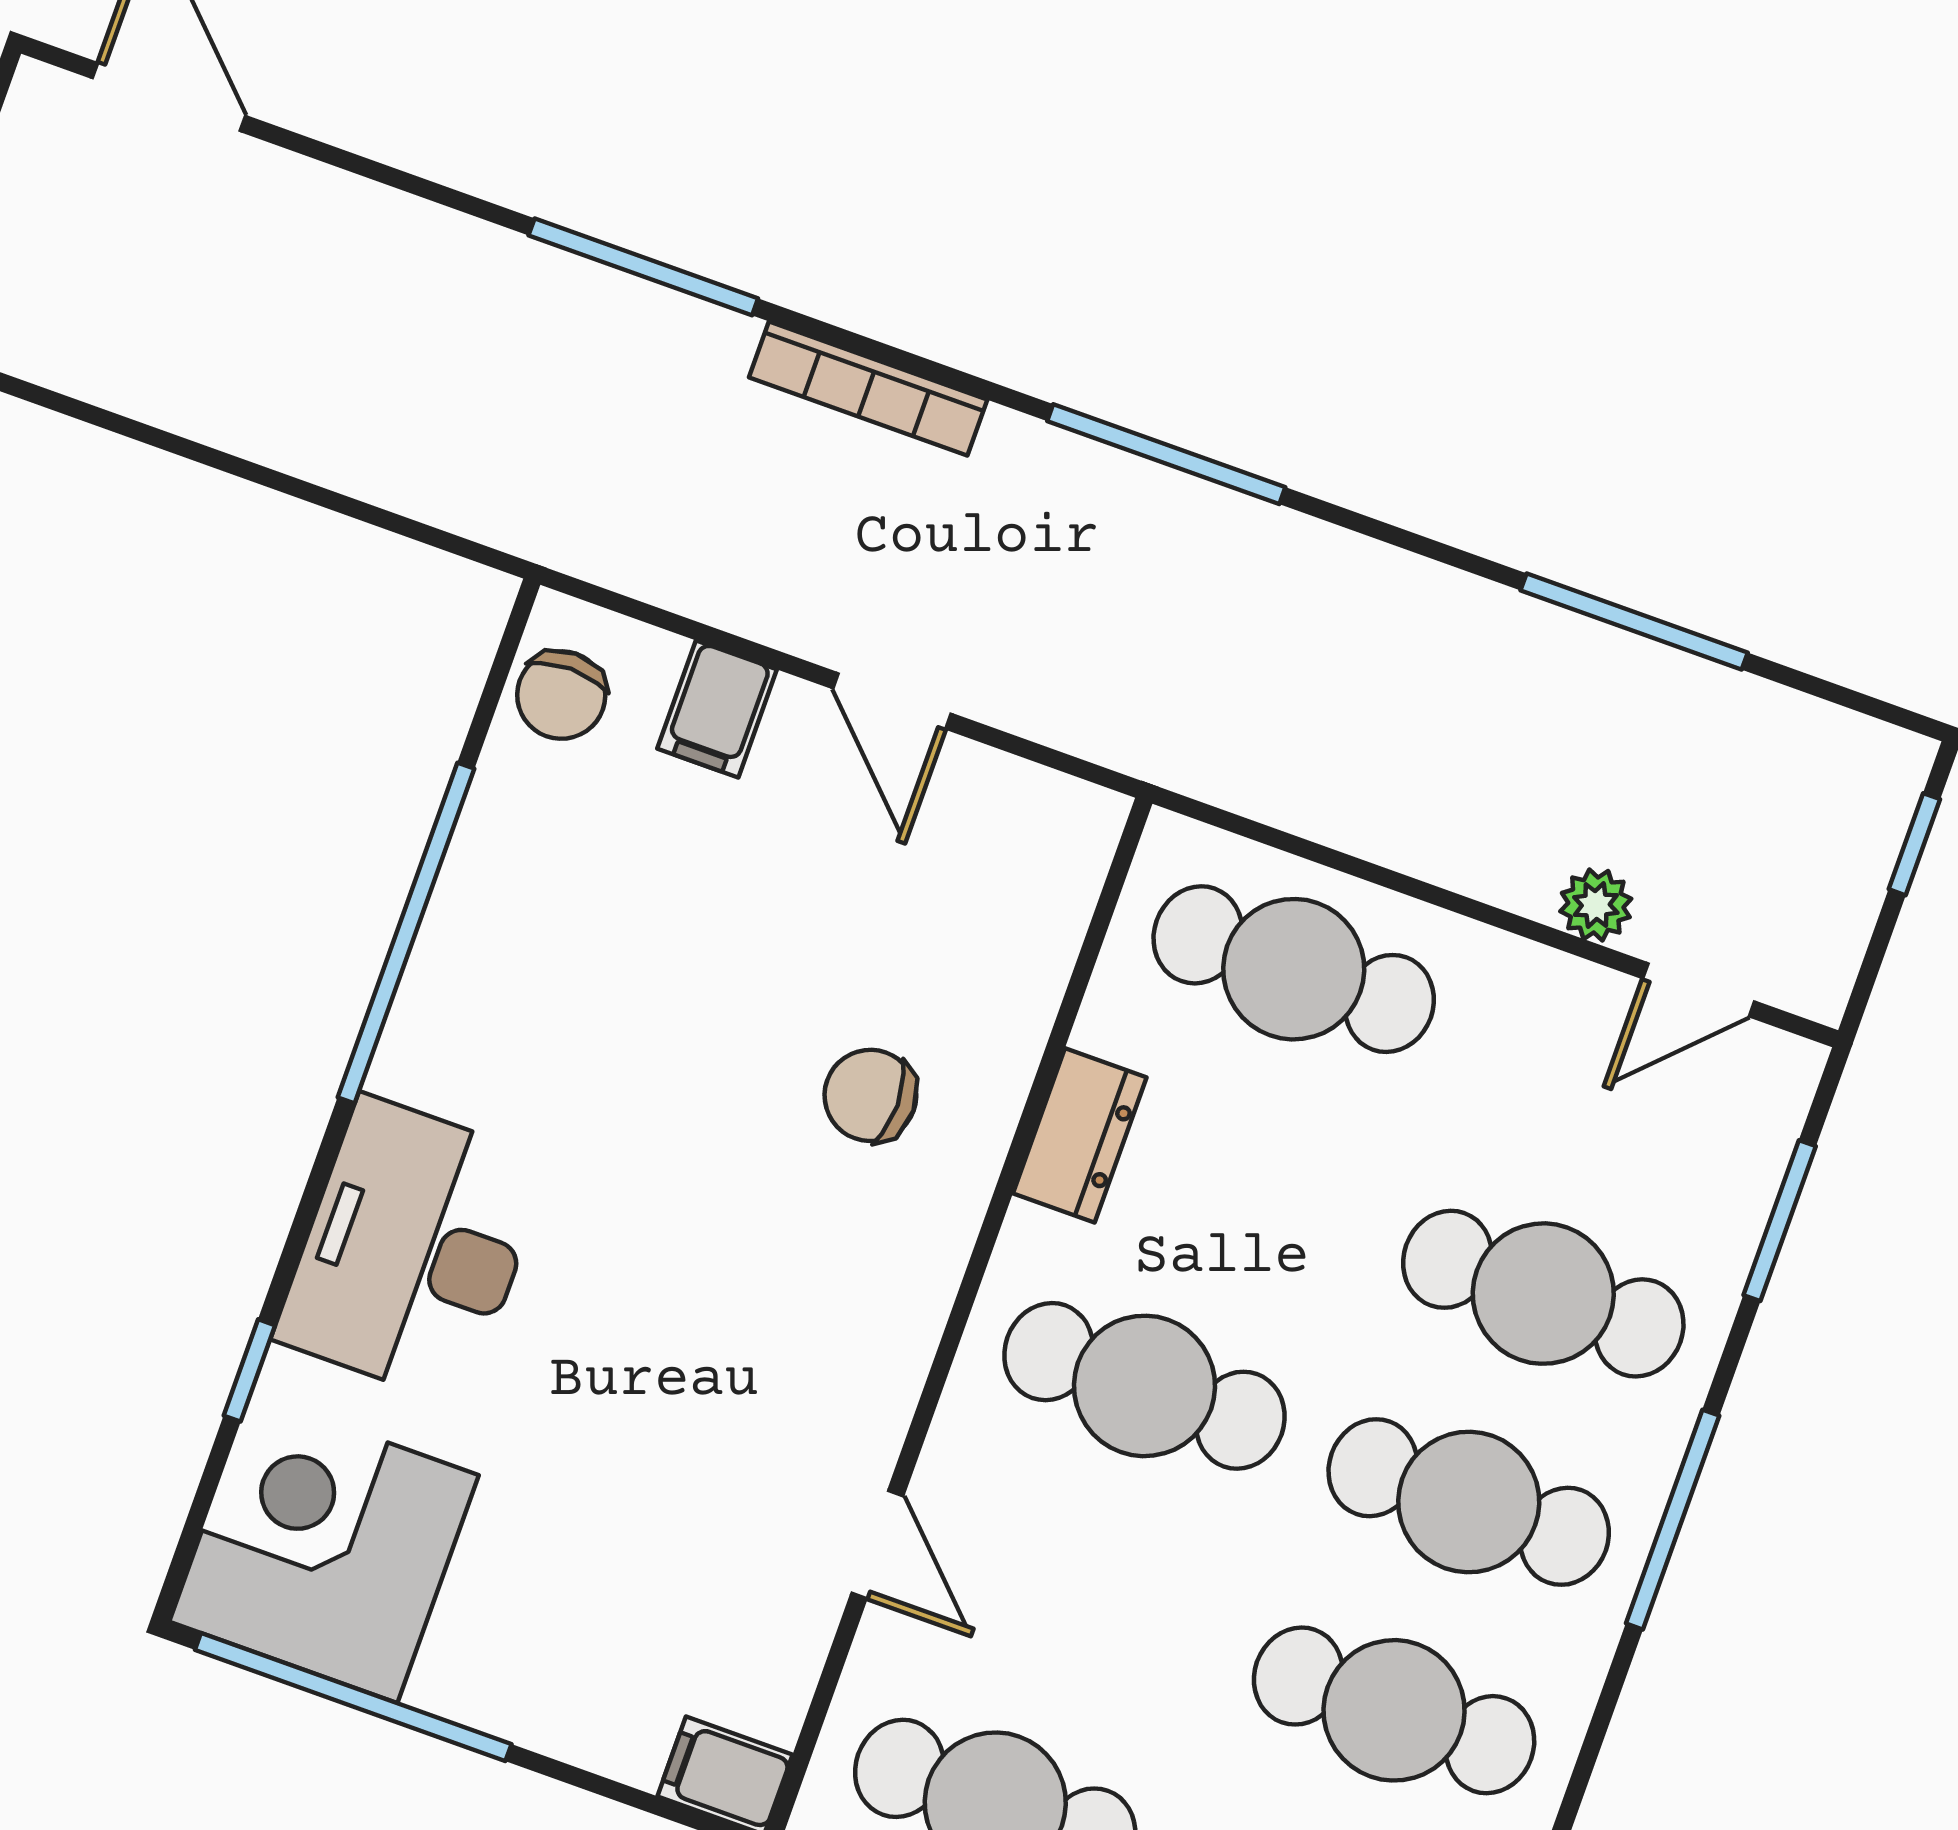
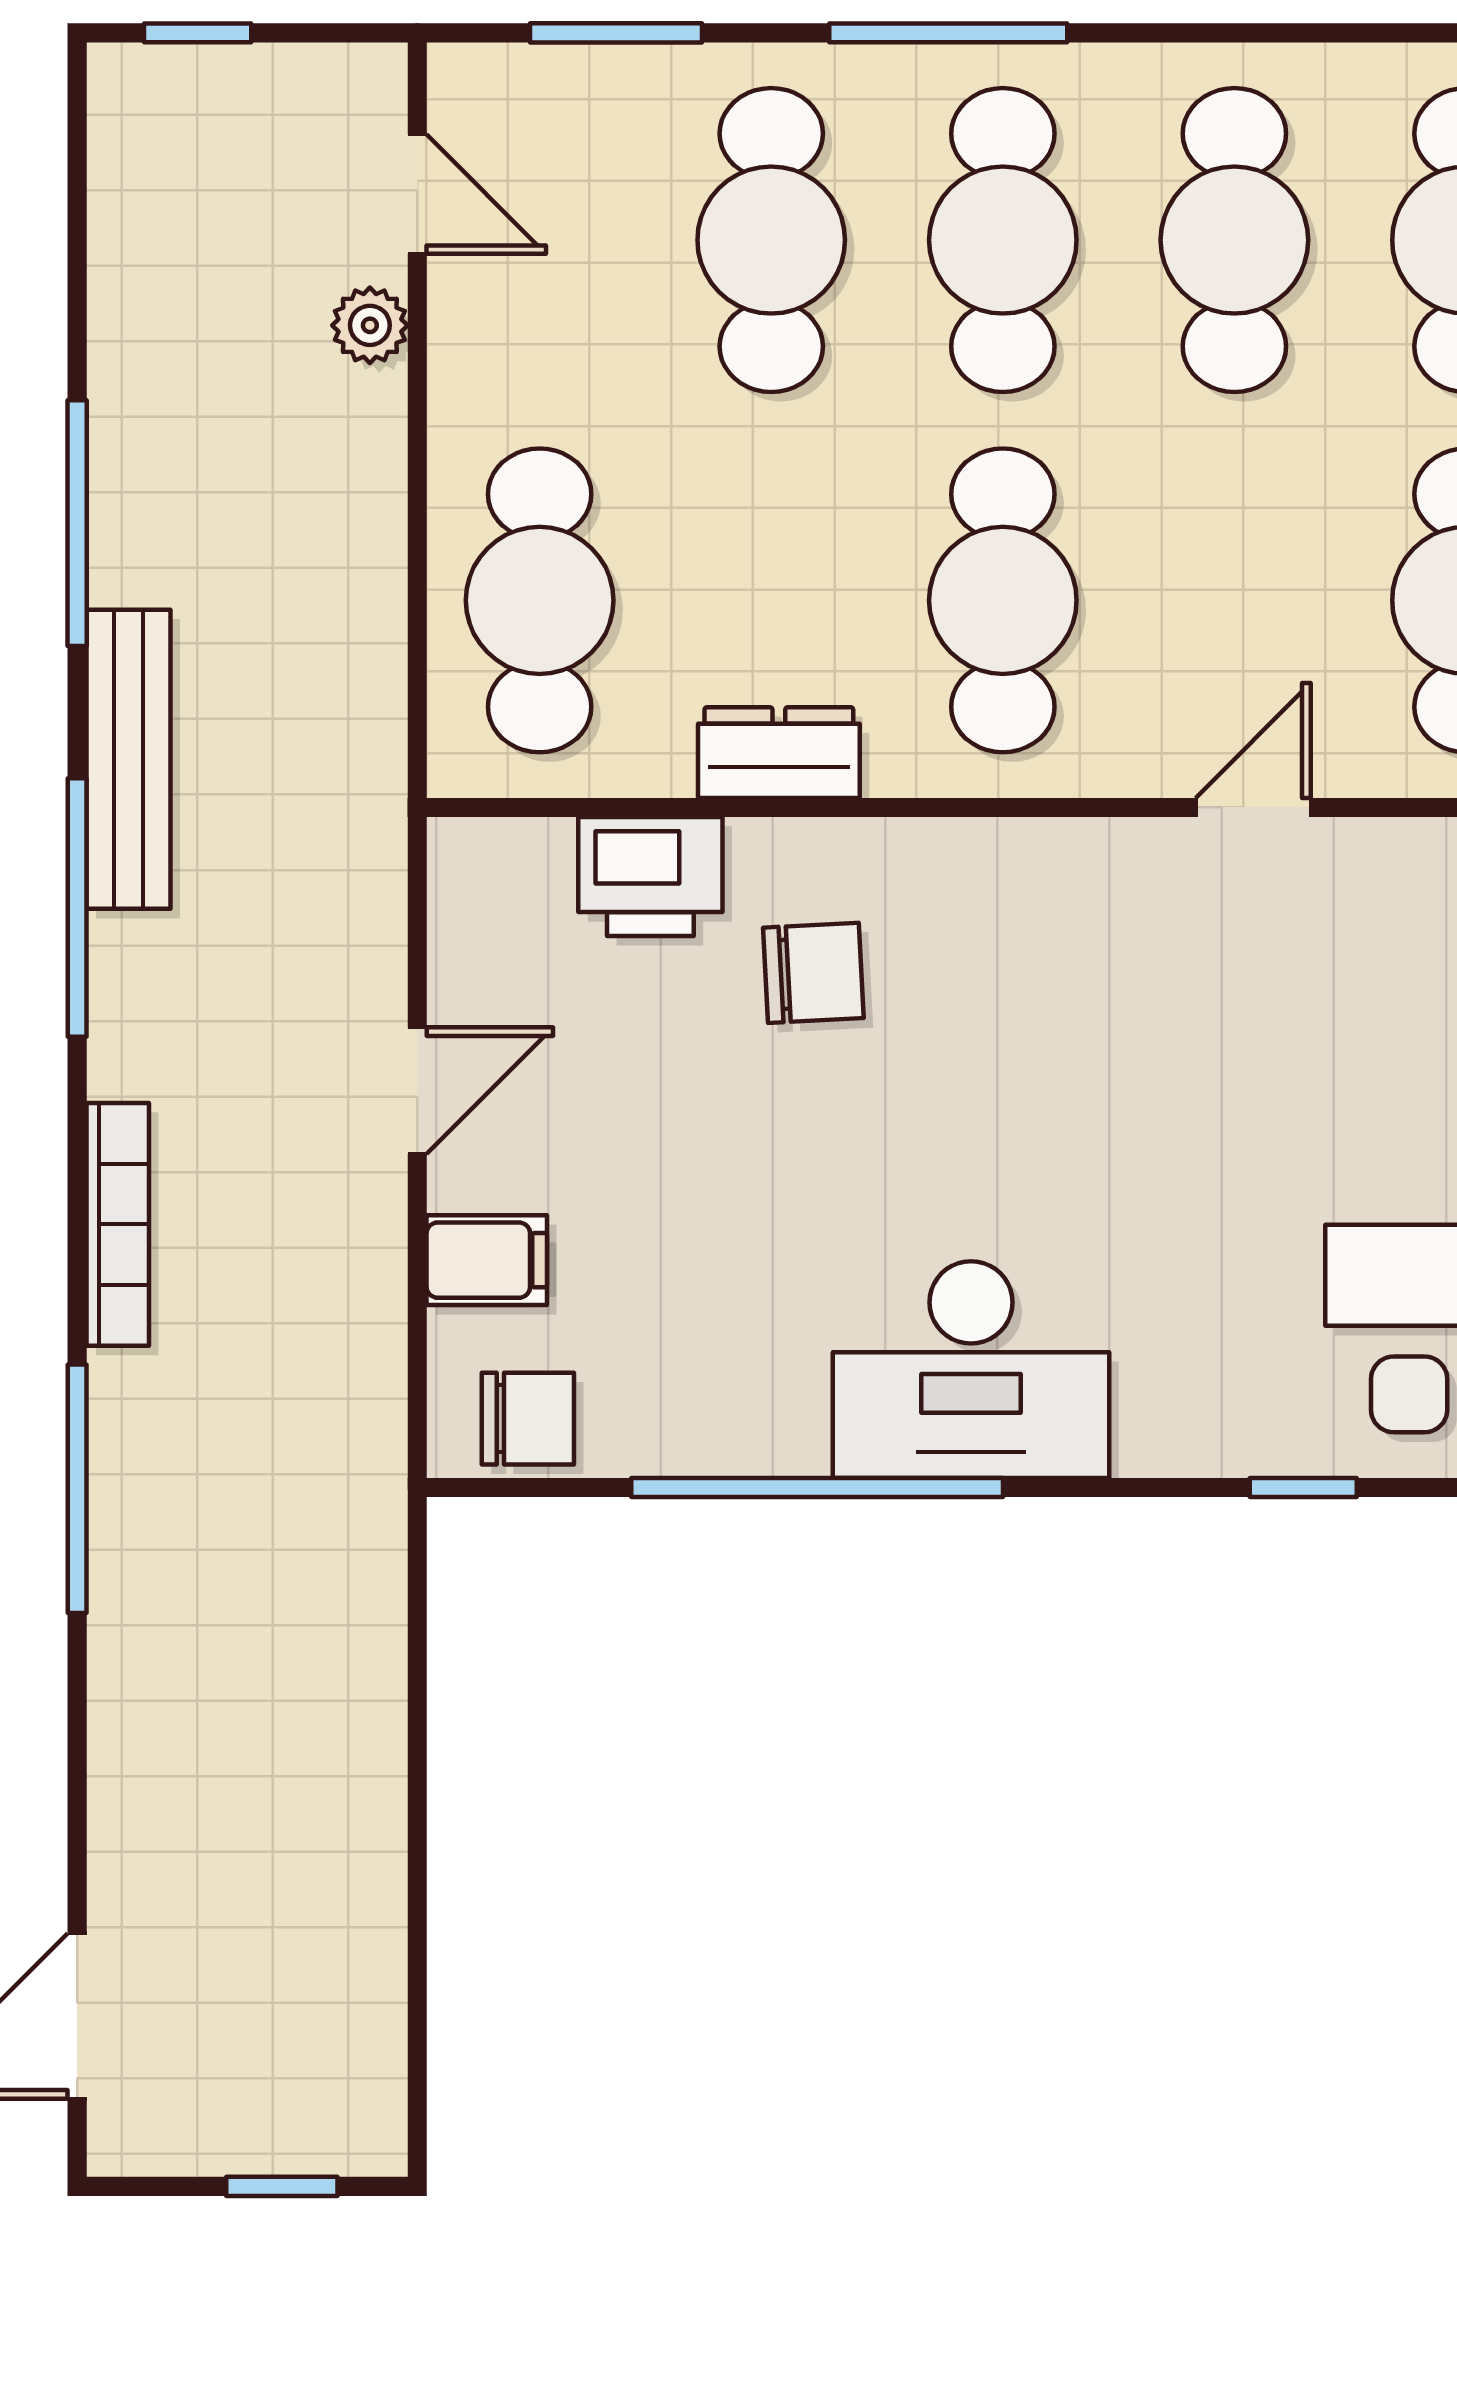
bench: (1283, 548) -> (129, 759), added
window: (1634, 622) -> (77, 523), moved
printer: (1010, 980) -> (650, 876), added
chair: (870, 1095) -> (813, 973), turned -93
desk: (412, 1250) -> (971, 1370), moved

